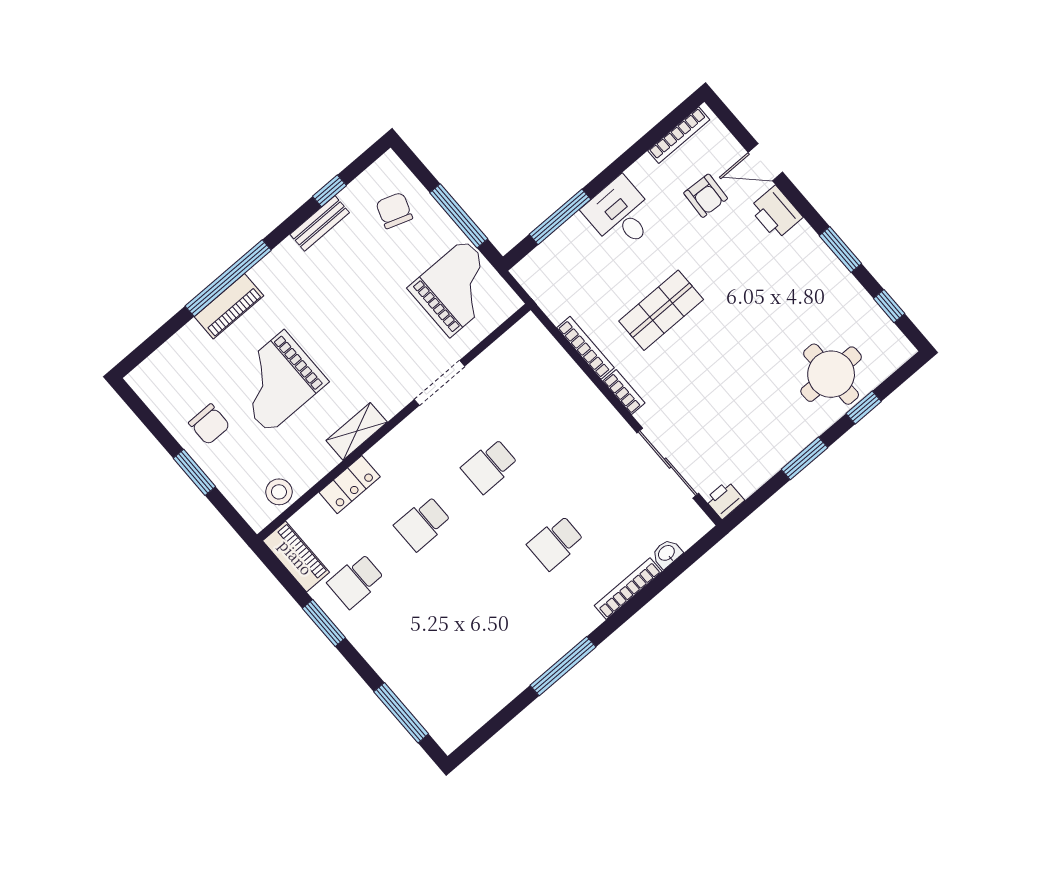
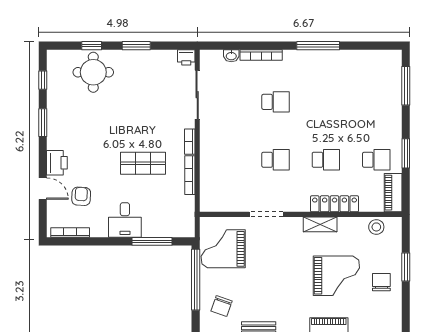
window: (459, 216) -> (196, 280), width x1.46
locker: (350, 485) -> (335, 204), width x1.53

